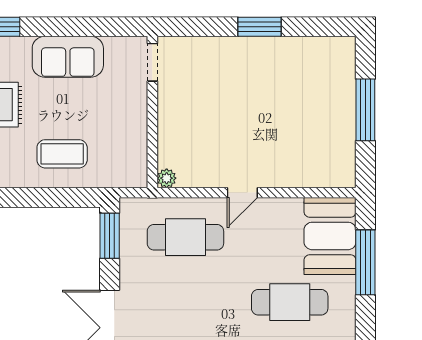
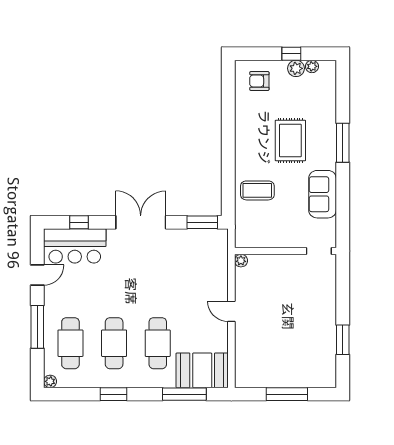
window: (260, 27) -> (343, 340), moved
coffee table: (62, 154) -> (257, 190), turned 90
cafe table: (185, 237) -> (201, 273), removed

